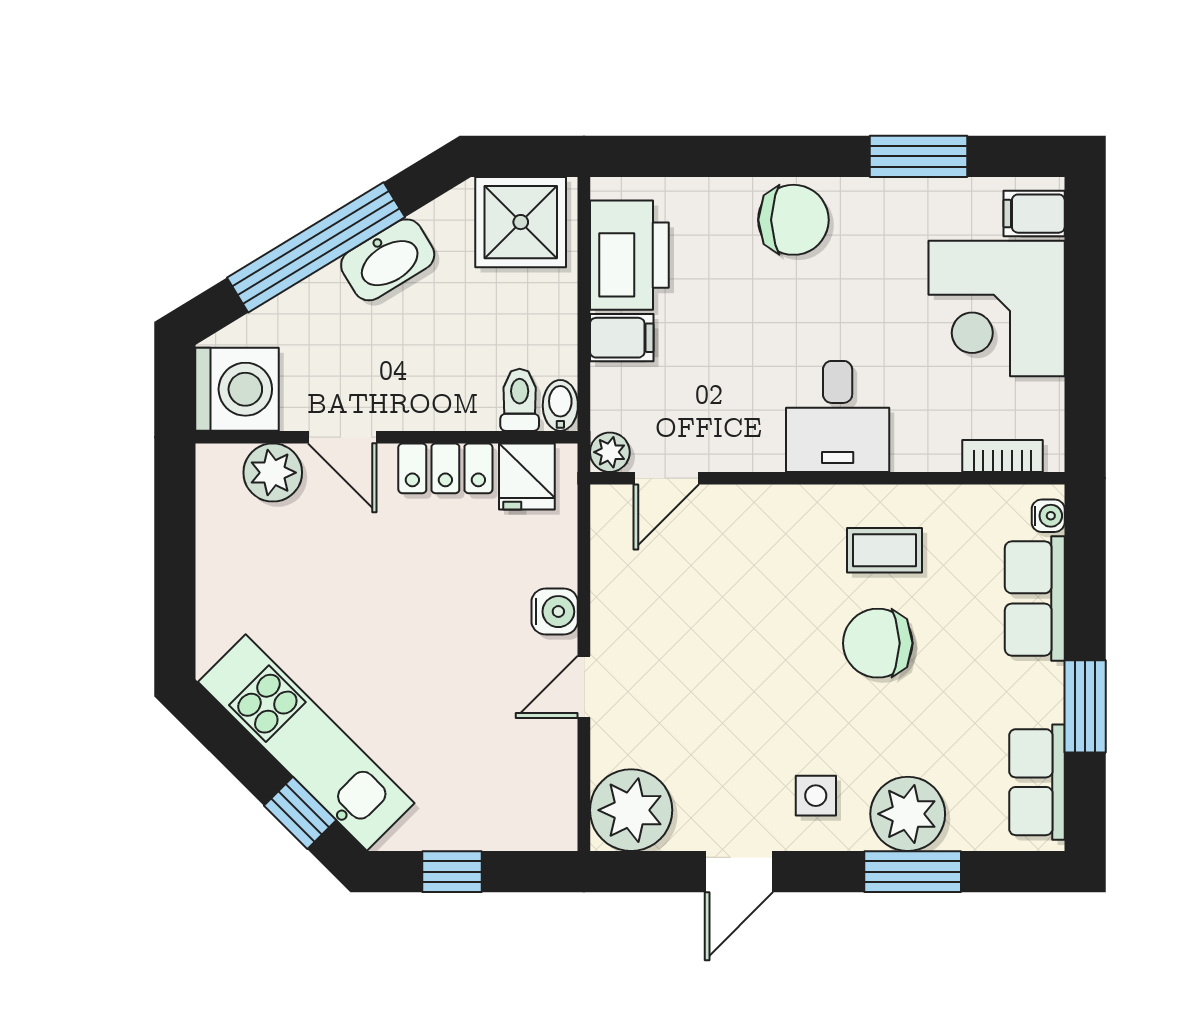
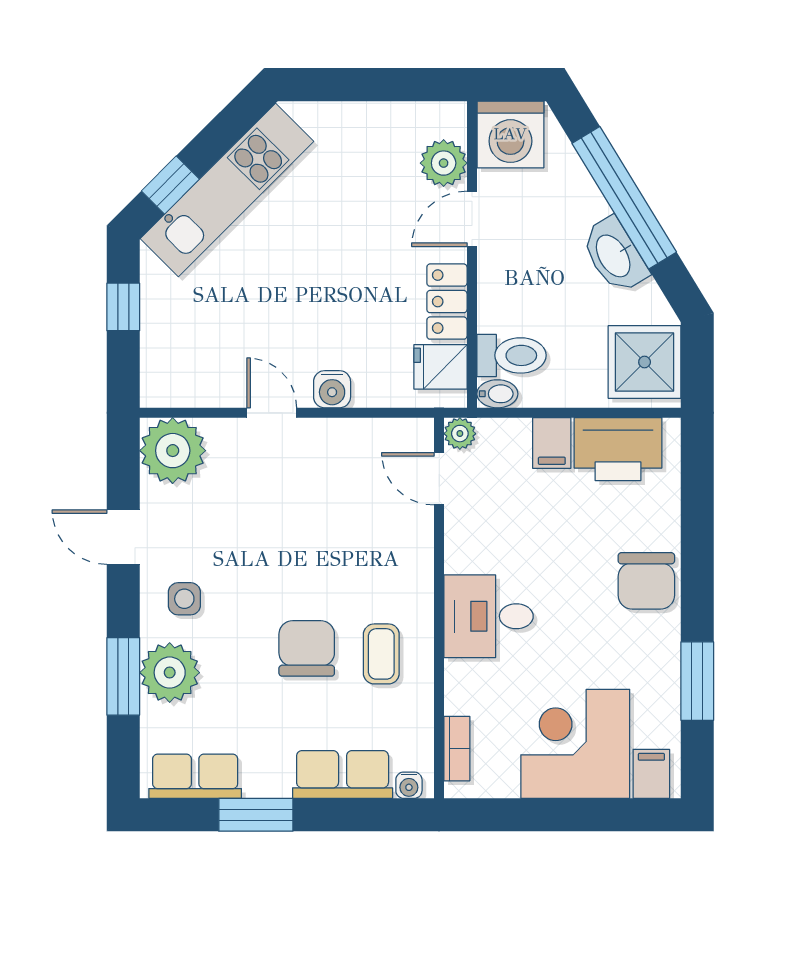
toilet: (520, 400) -> (512, 355), width x1.37, depth x1.39

